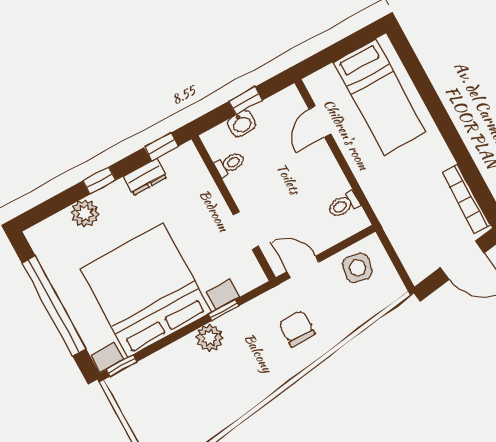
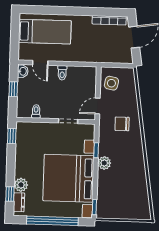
washbasin: (242, 124) -> (23, 71), moved
dresser: (145, 177) -> (19, 202), moved
window: (99, 181) -> (10, 194), moved
toilet: (344, 205) -> (62, 73), moved

